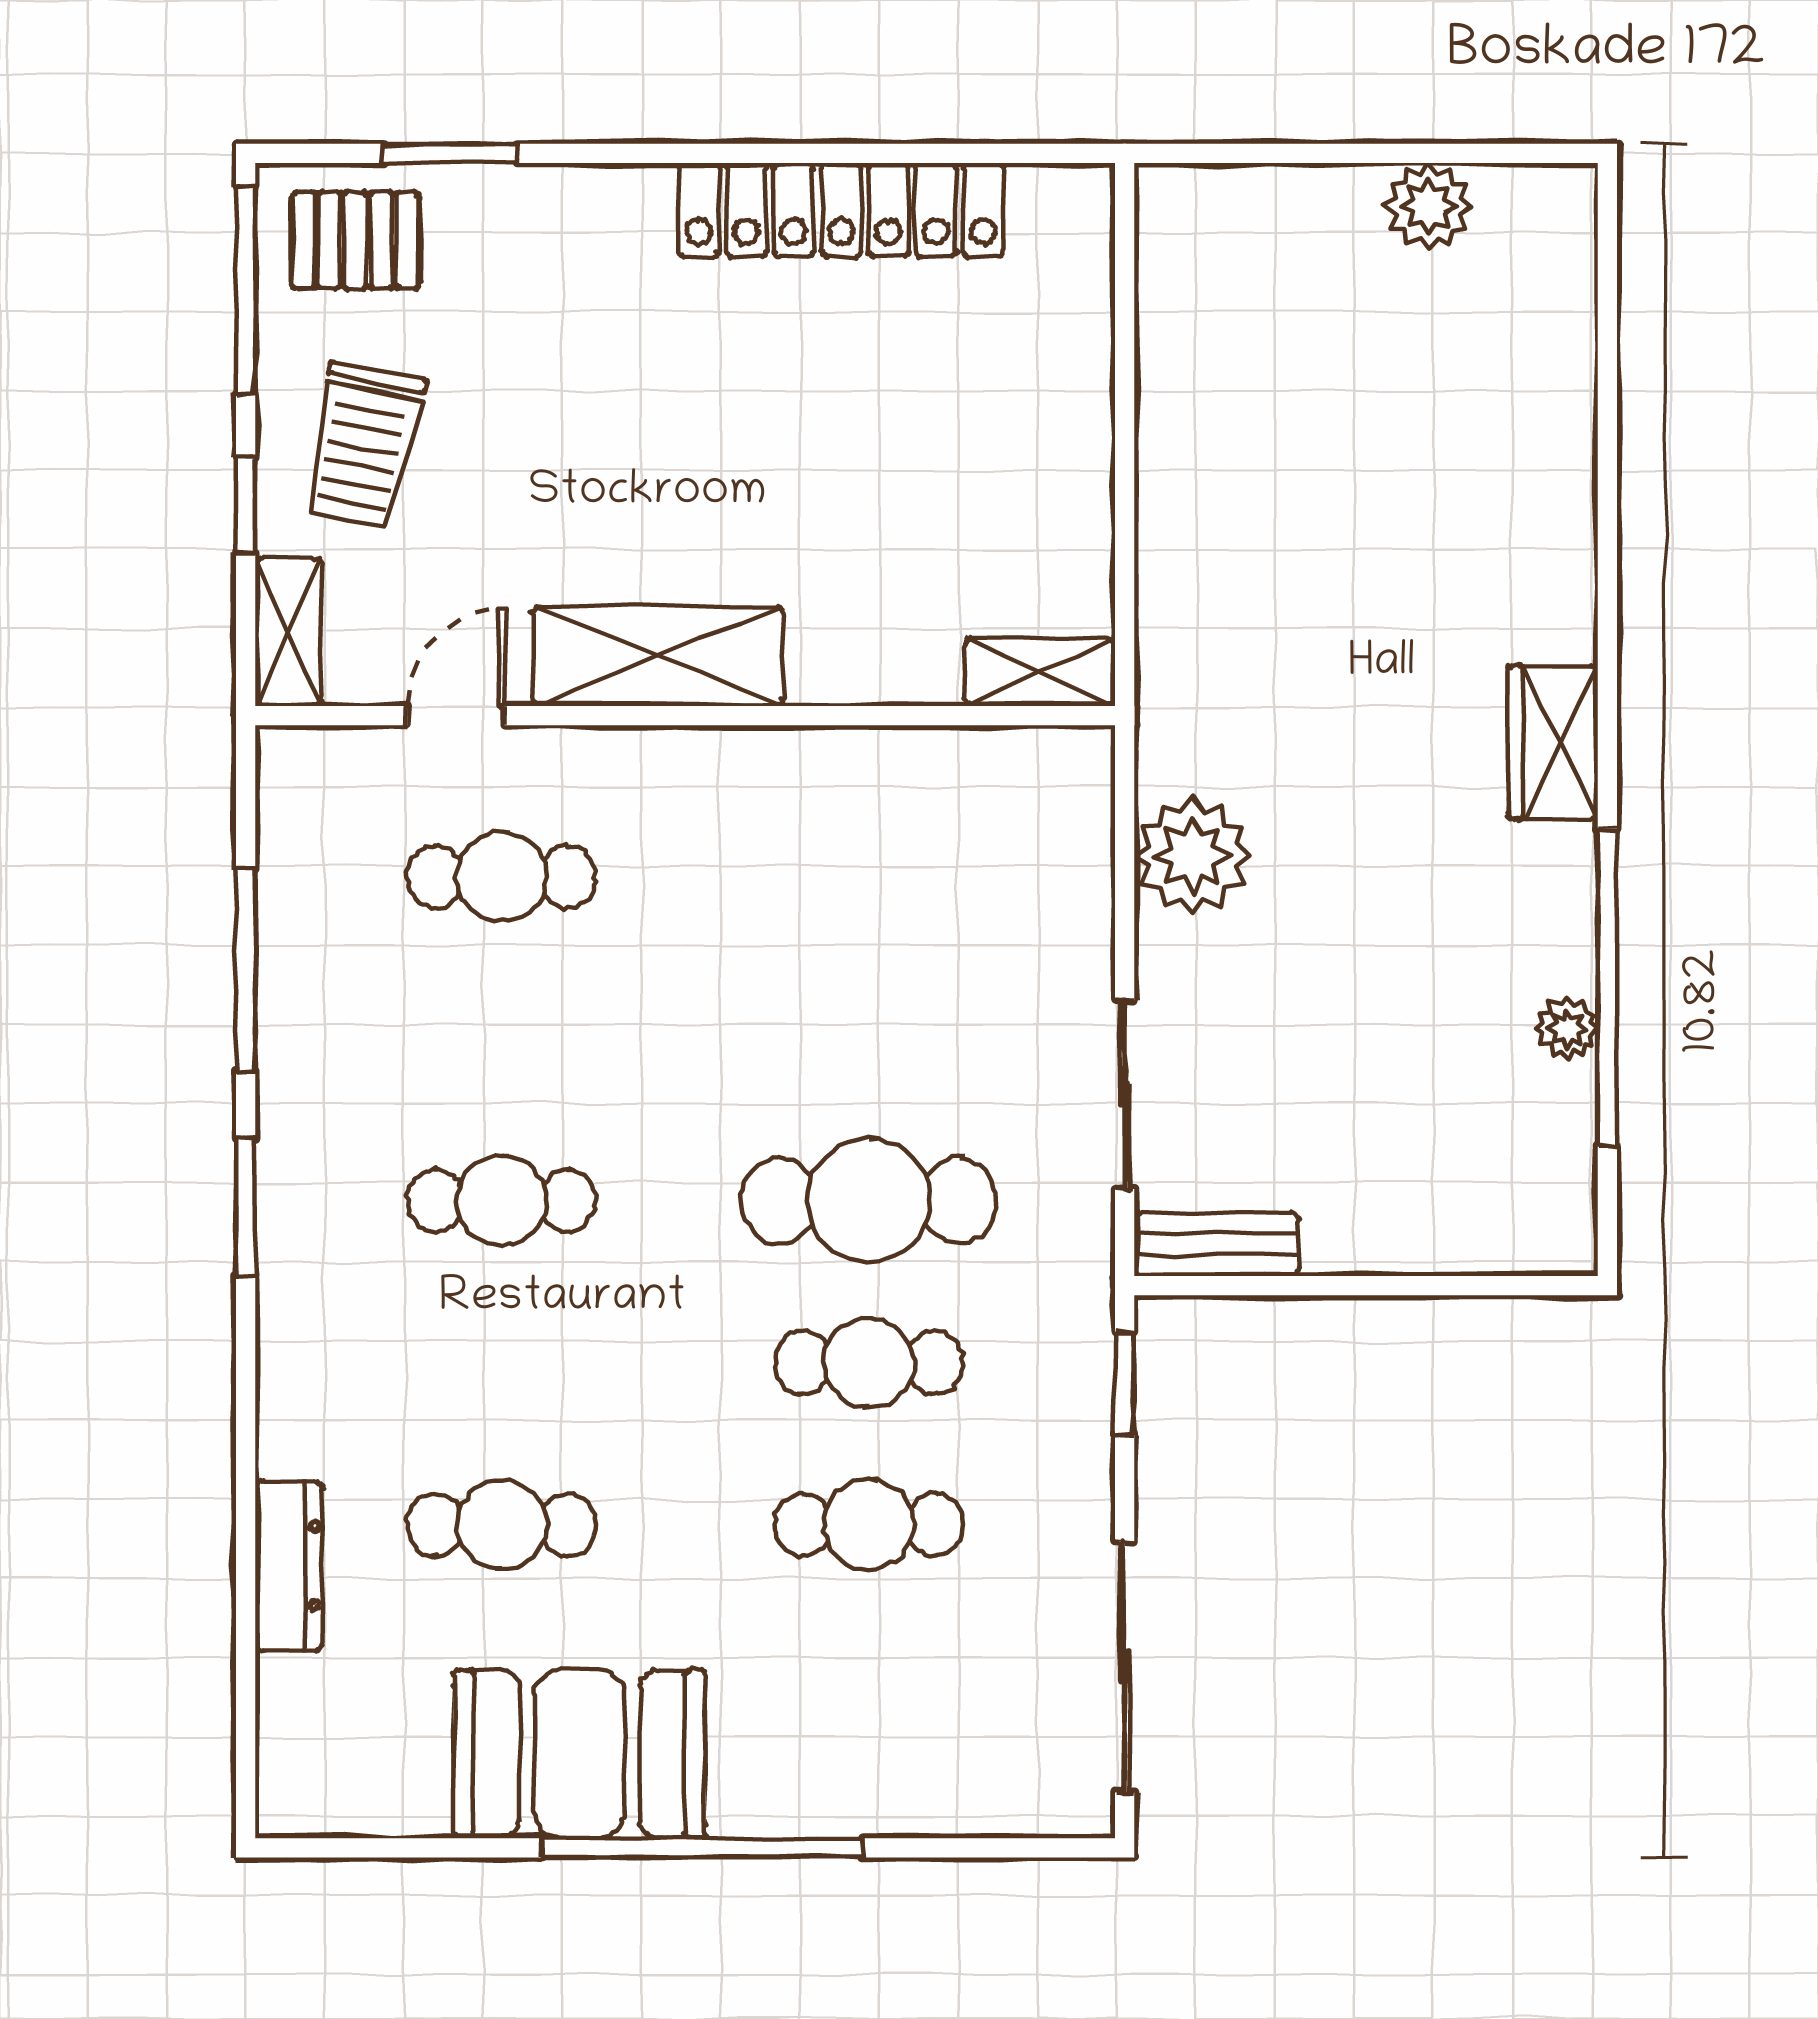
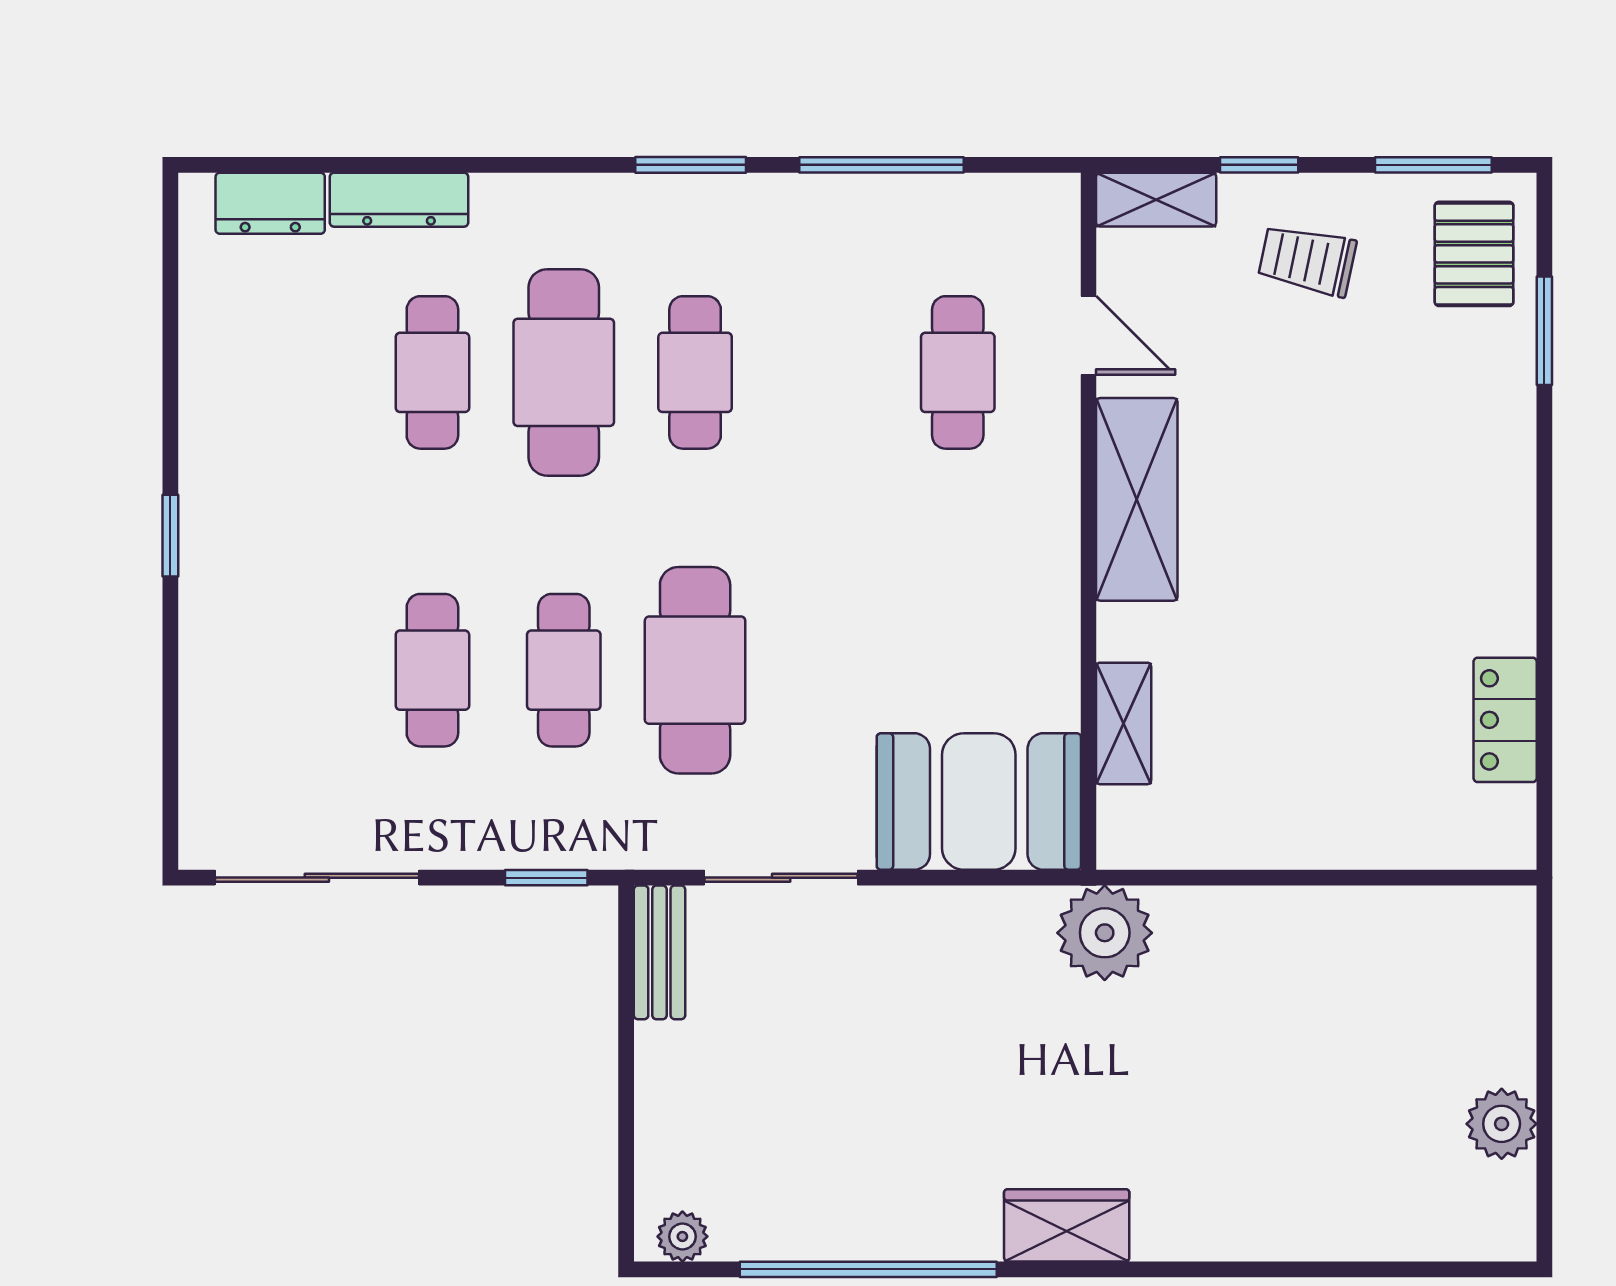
locker: (841, 210) -> (1505, 720), width x0.46, depth x0.83
window: (246, 290) -> (1433, 165), width x0.69
trolley: (363, 446) -> (1307, 260), width x0.73, depth x0.72
shelving: (1040, 672) -> (1124, 723), moved
plant: (1193, 856) -> (1105, 933), moved
plant: (1567, 1028) -> (682, 1236), moved
cafe table: (502, 1363) -> (564, 372), added
dresser: (293, 1725) -> (270, 203), added
booth: (579, 1754) -> (979, 801), moved, turned 90
window: (703, 1848) -> (170, 536), width x0.32

